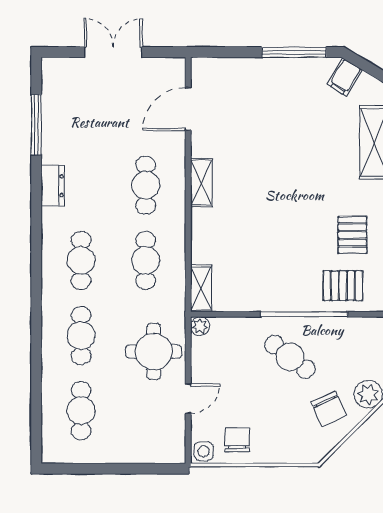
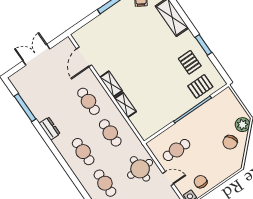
shelving: (201, 288) -> (125, 105), moved
plant: (200, 326) -> (152, 145), removed
cafe table: (290, 357) -> (176, 150), moved, turned -38
door: (188, 399) -> (168, 179), hinge flipped
chair: (329, 409) -> (230, 142), turned 84

